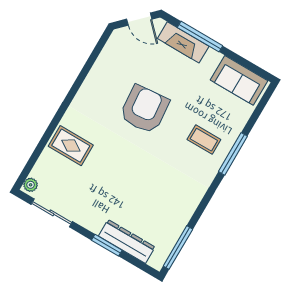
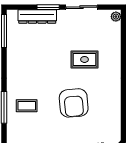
rug: (71, 146) -> (84, 59), moved
sliding door: (52, 213) -> (81, 7), moved

